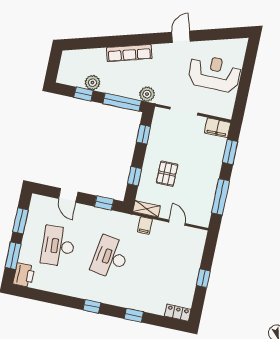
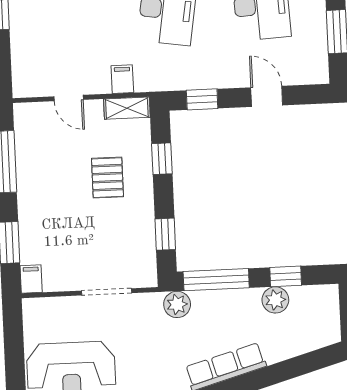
filing cabinet: (218, 128) -> (31, 279), width x0.50

